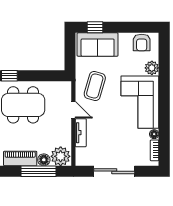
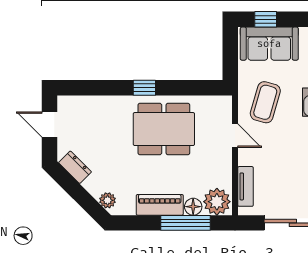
tv unit: (81, 133) -> (246, 186), moved

